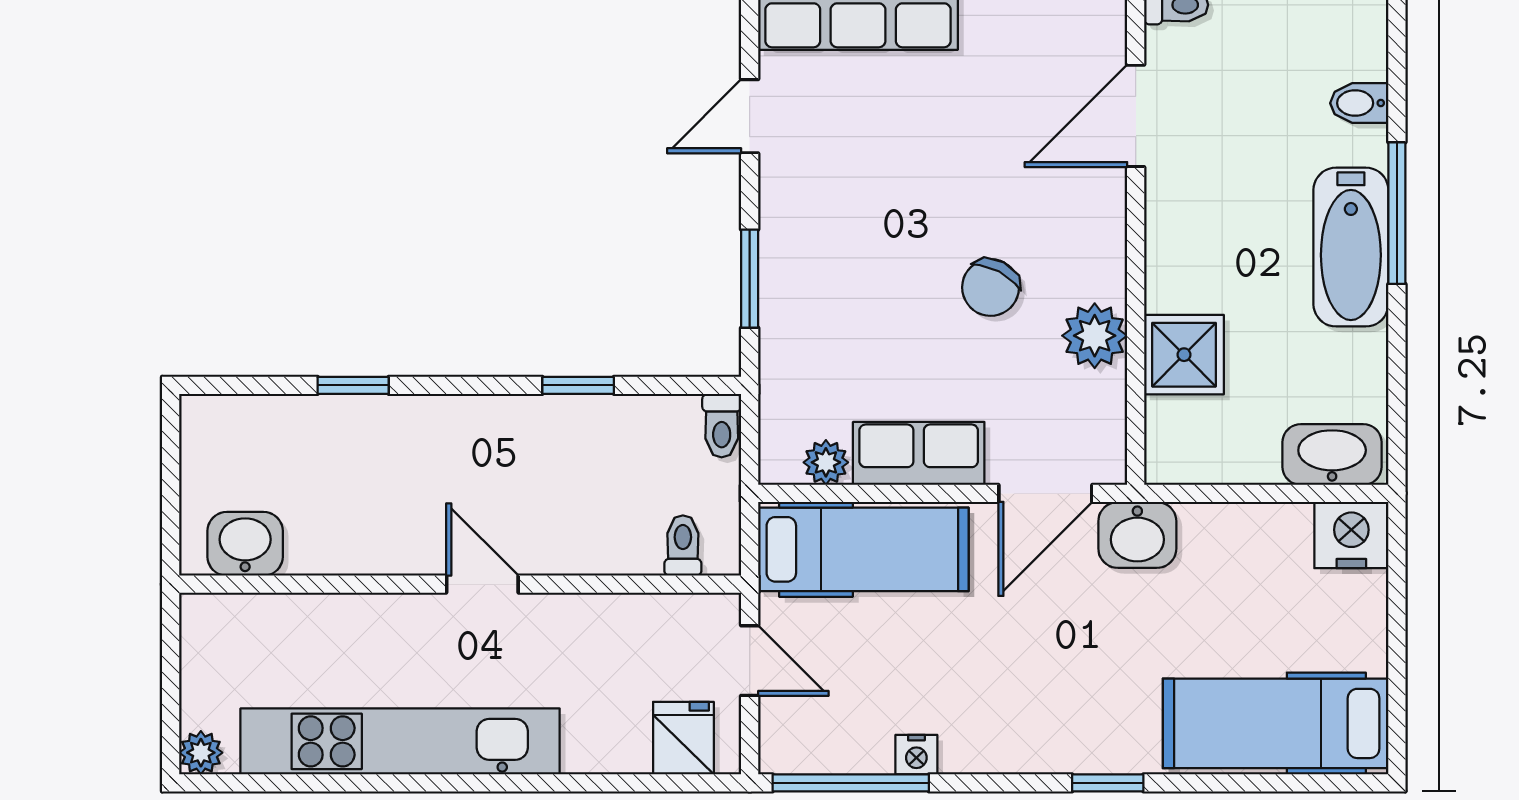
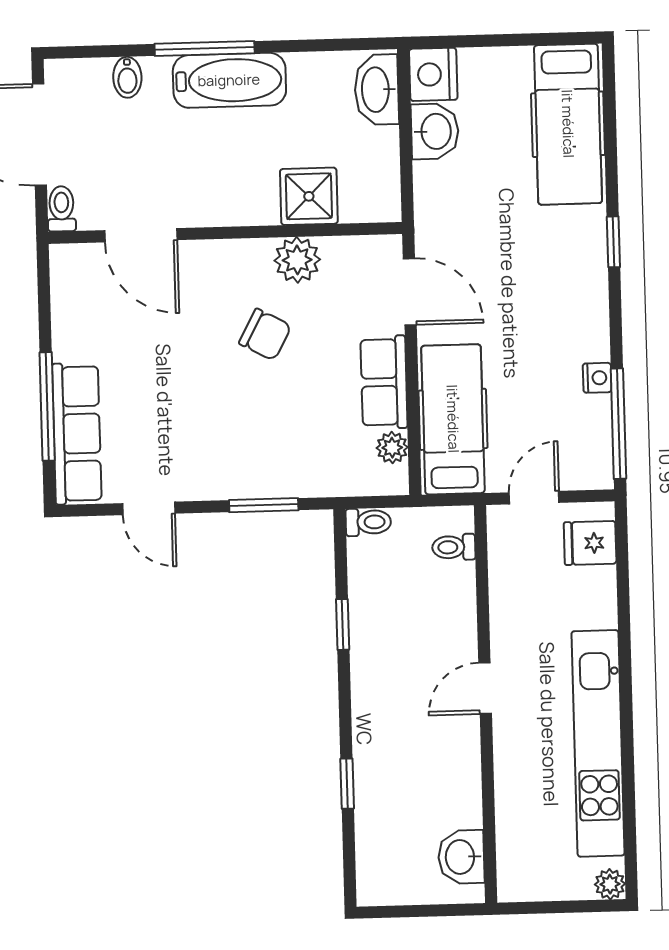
washbasin: (1137, 535) -> (435, 131), moved

